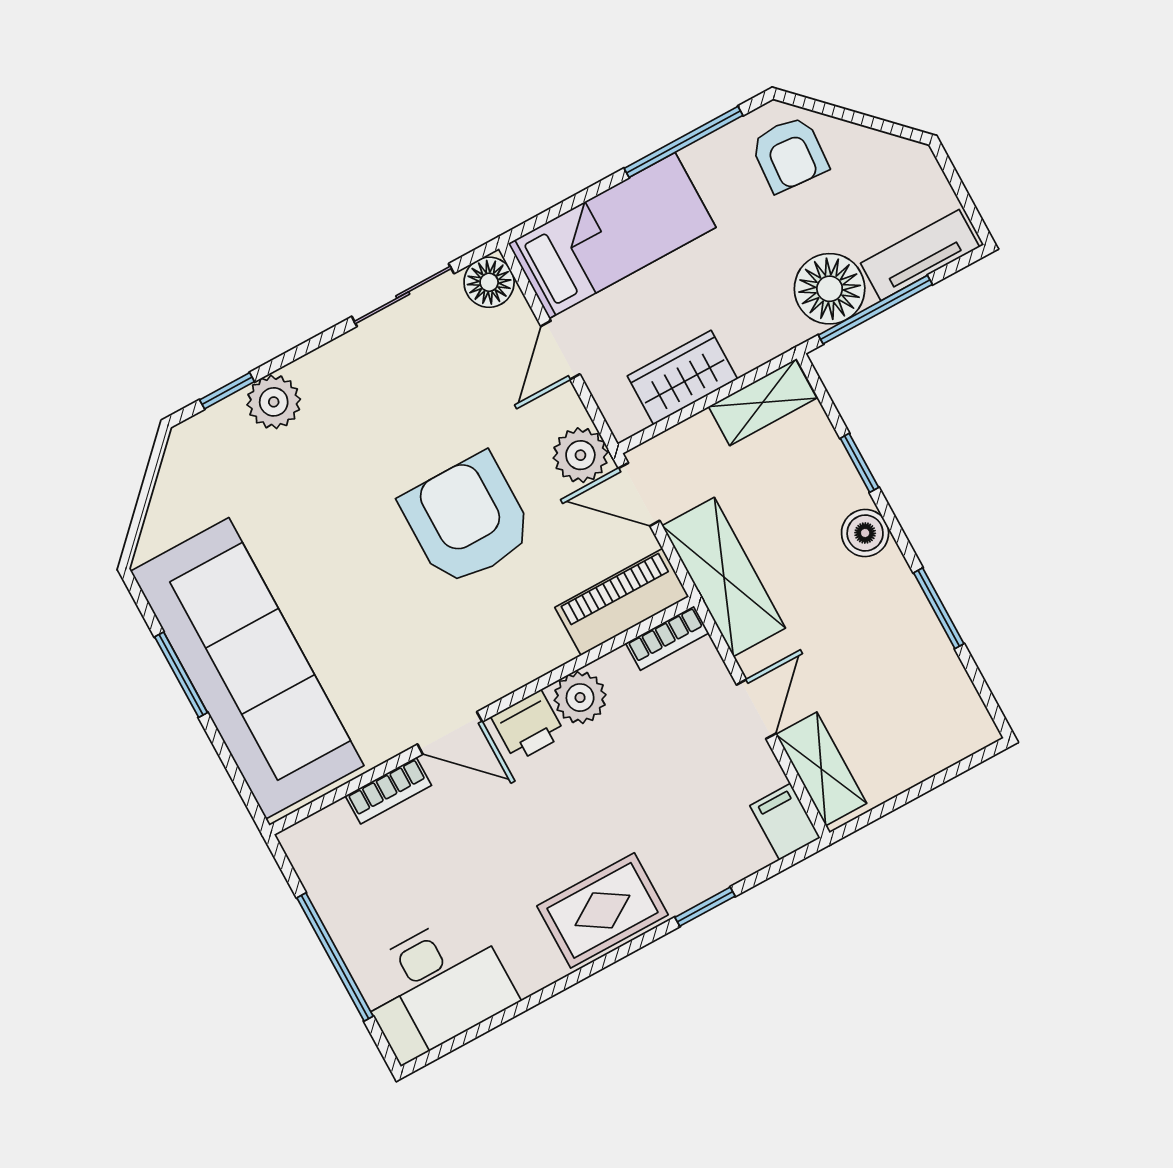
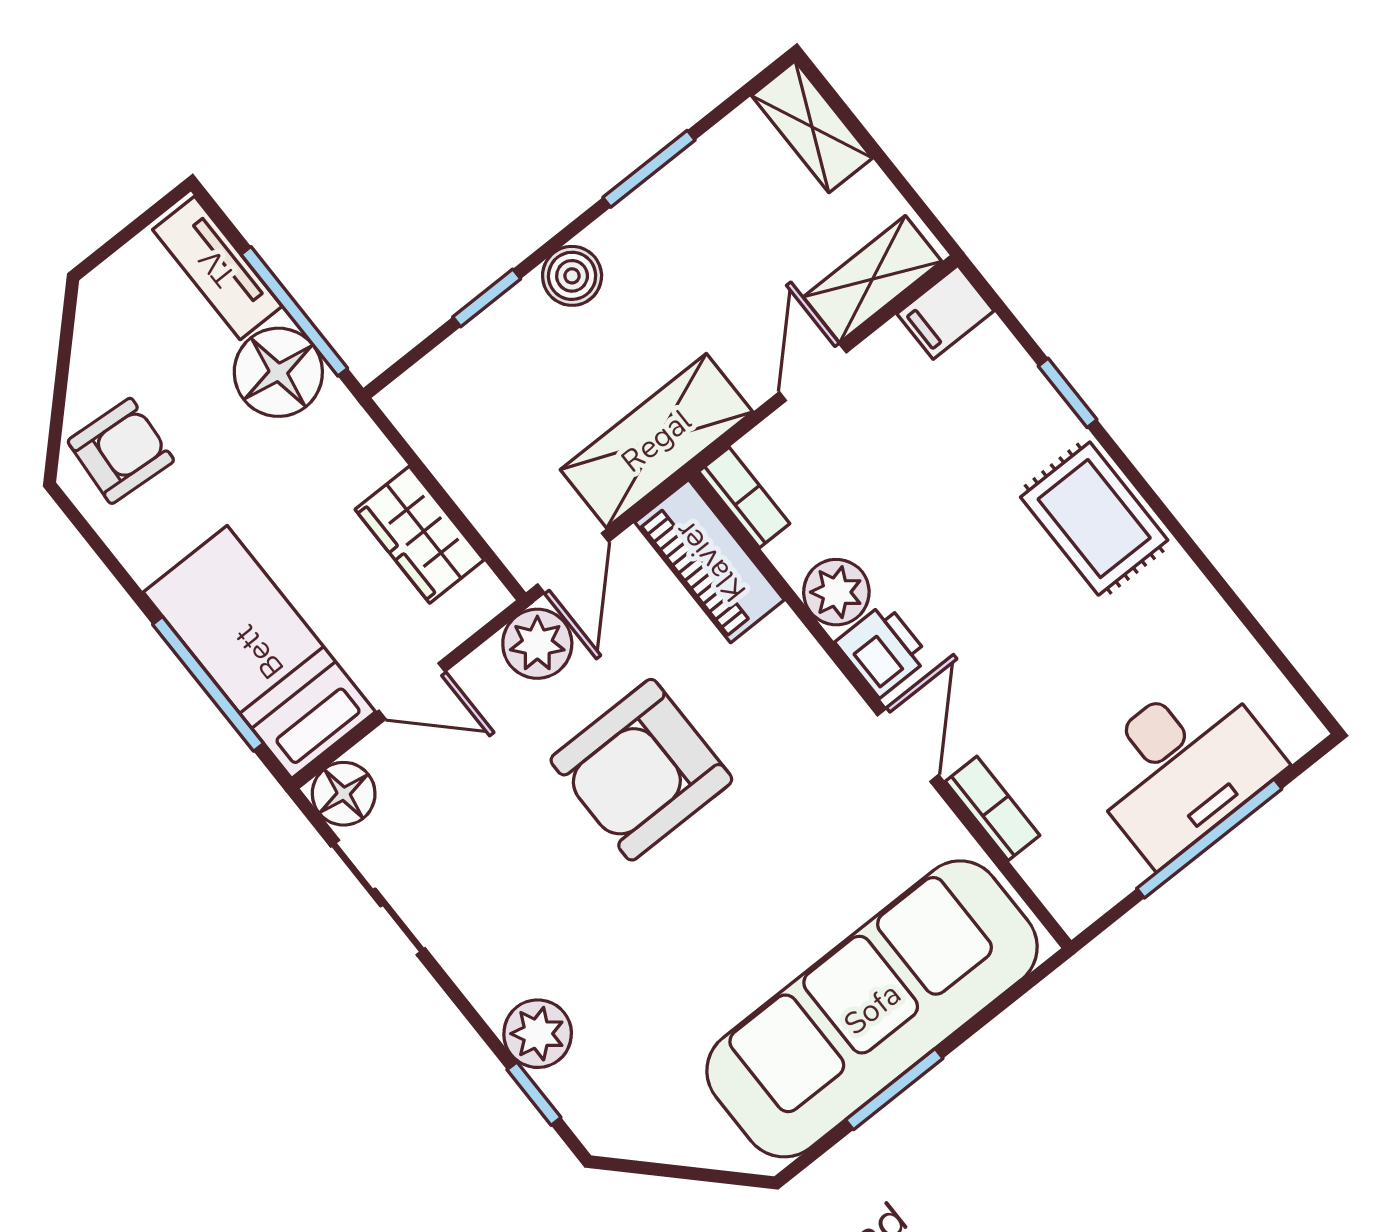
window: (684, 142) -> (208, 684), moved
shelving: (763, 402) -> (812, 127), moved
door: (756, 709) -> (813, 372), hinge flipped
desk: (435, 986) -> (1182, 766), moved, turned 90

